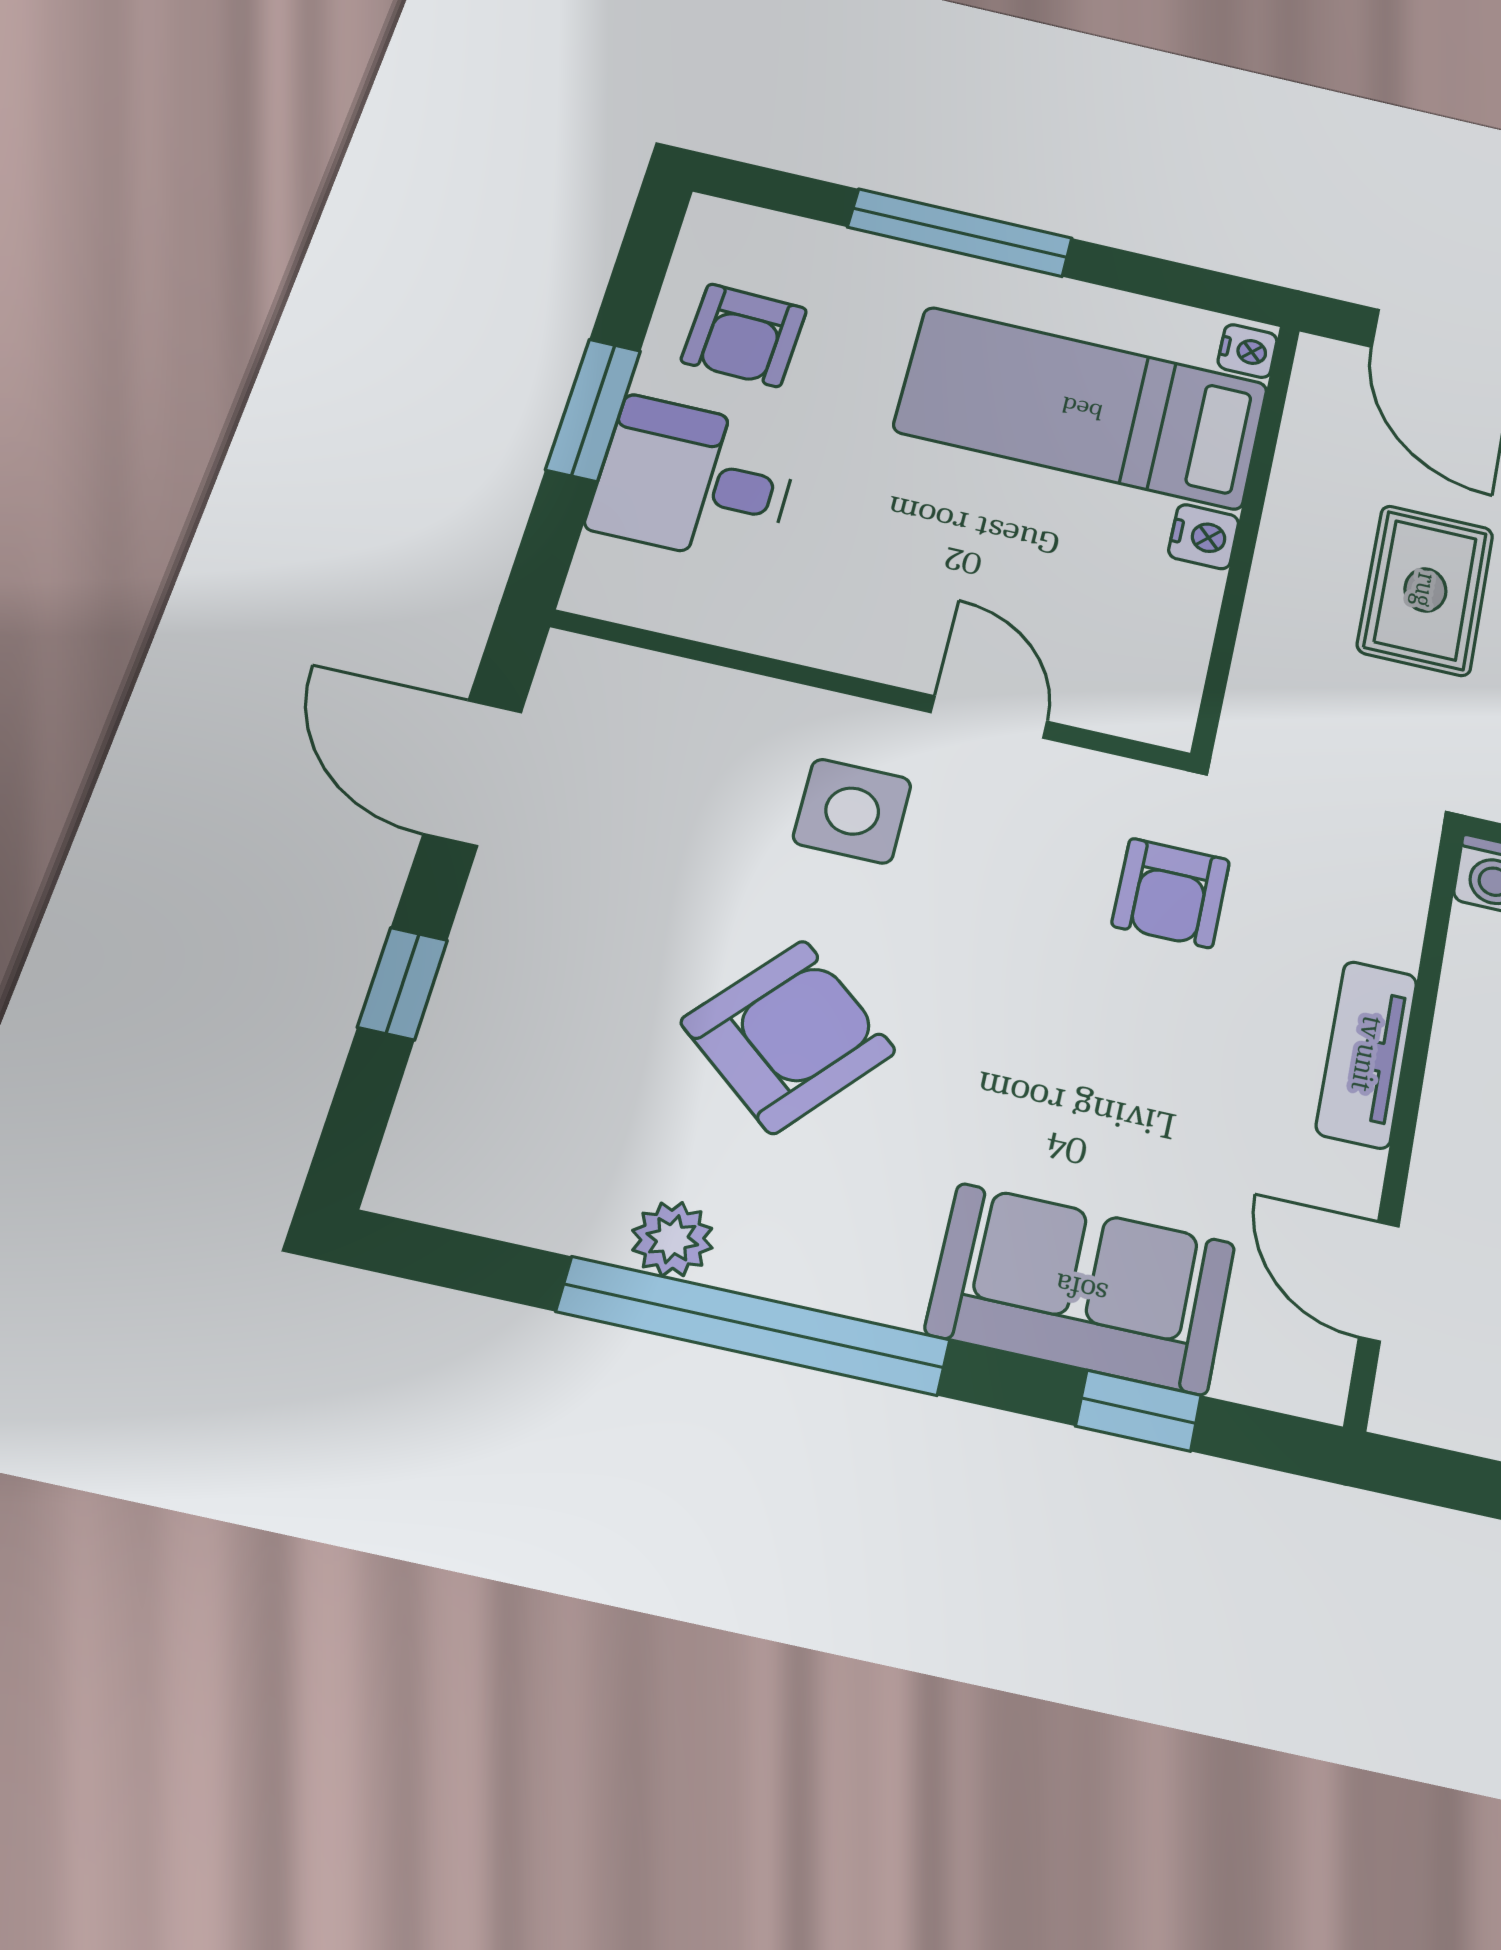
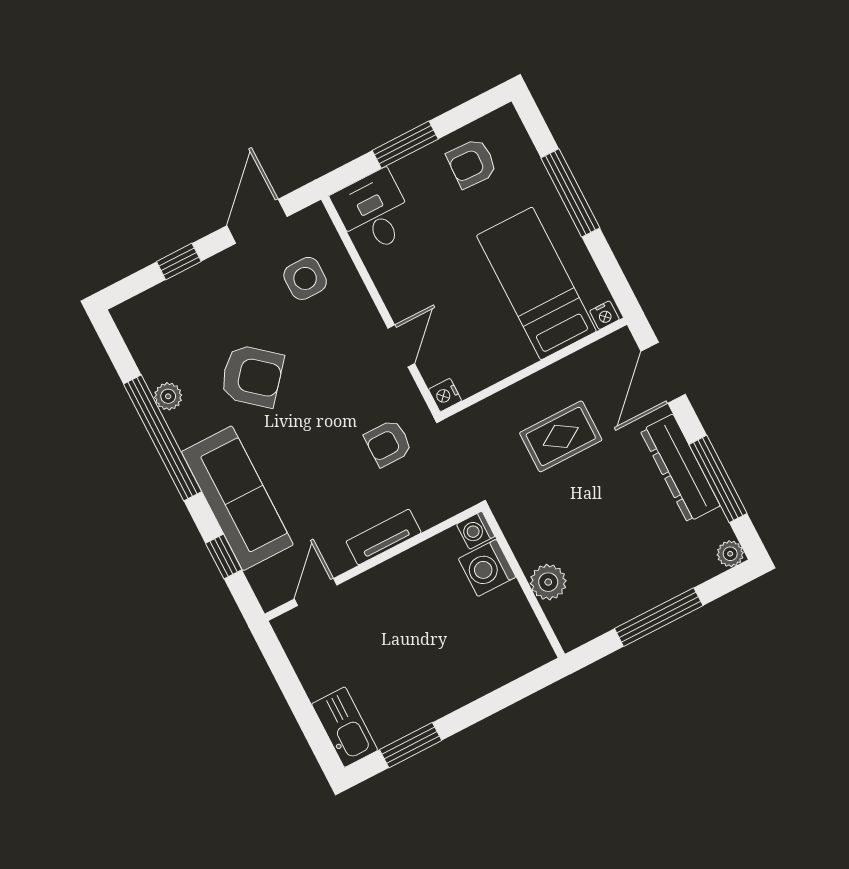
desk: (695, 481) -> (374, 212), moved
nightstand: (1204, 537) -> (445, 395), moved, turned 90
side table: (852, 811) -> (305, 278), moved
sofa: (1081, 1288) -> (237, 498), width x1.36

